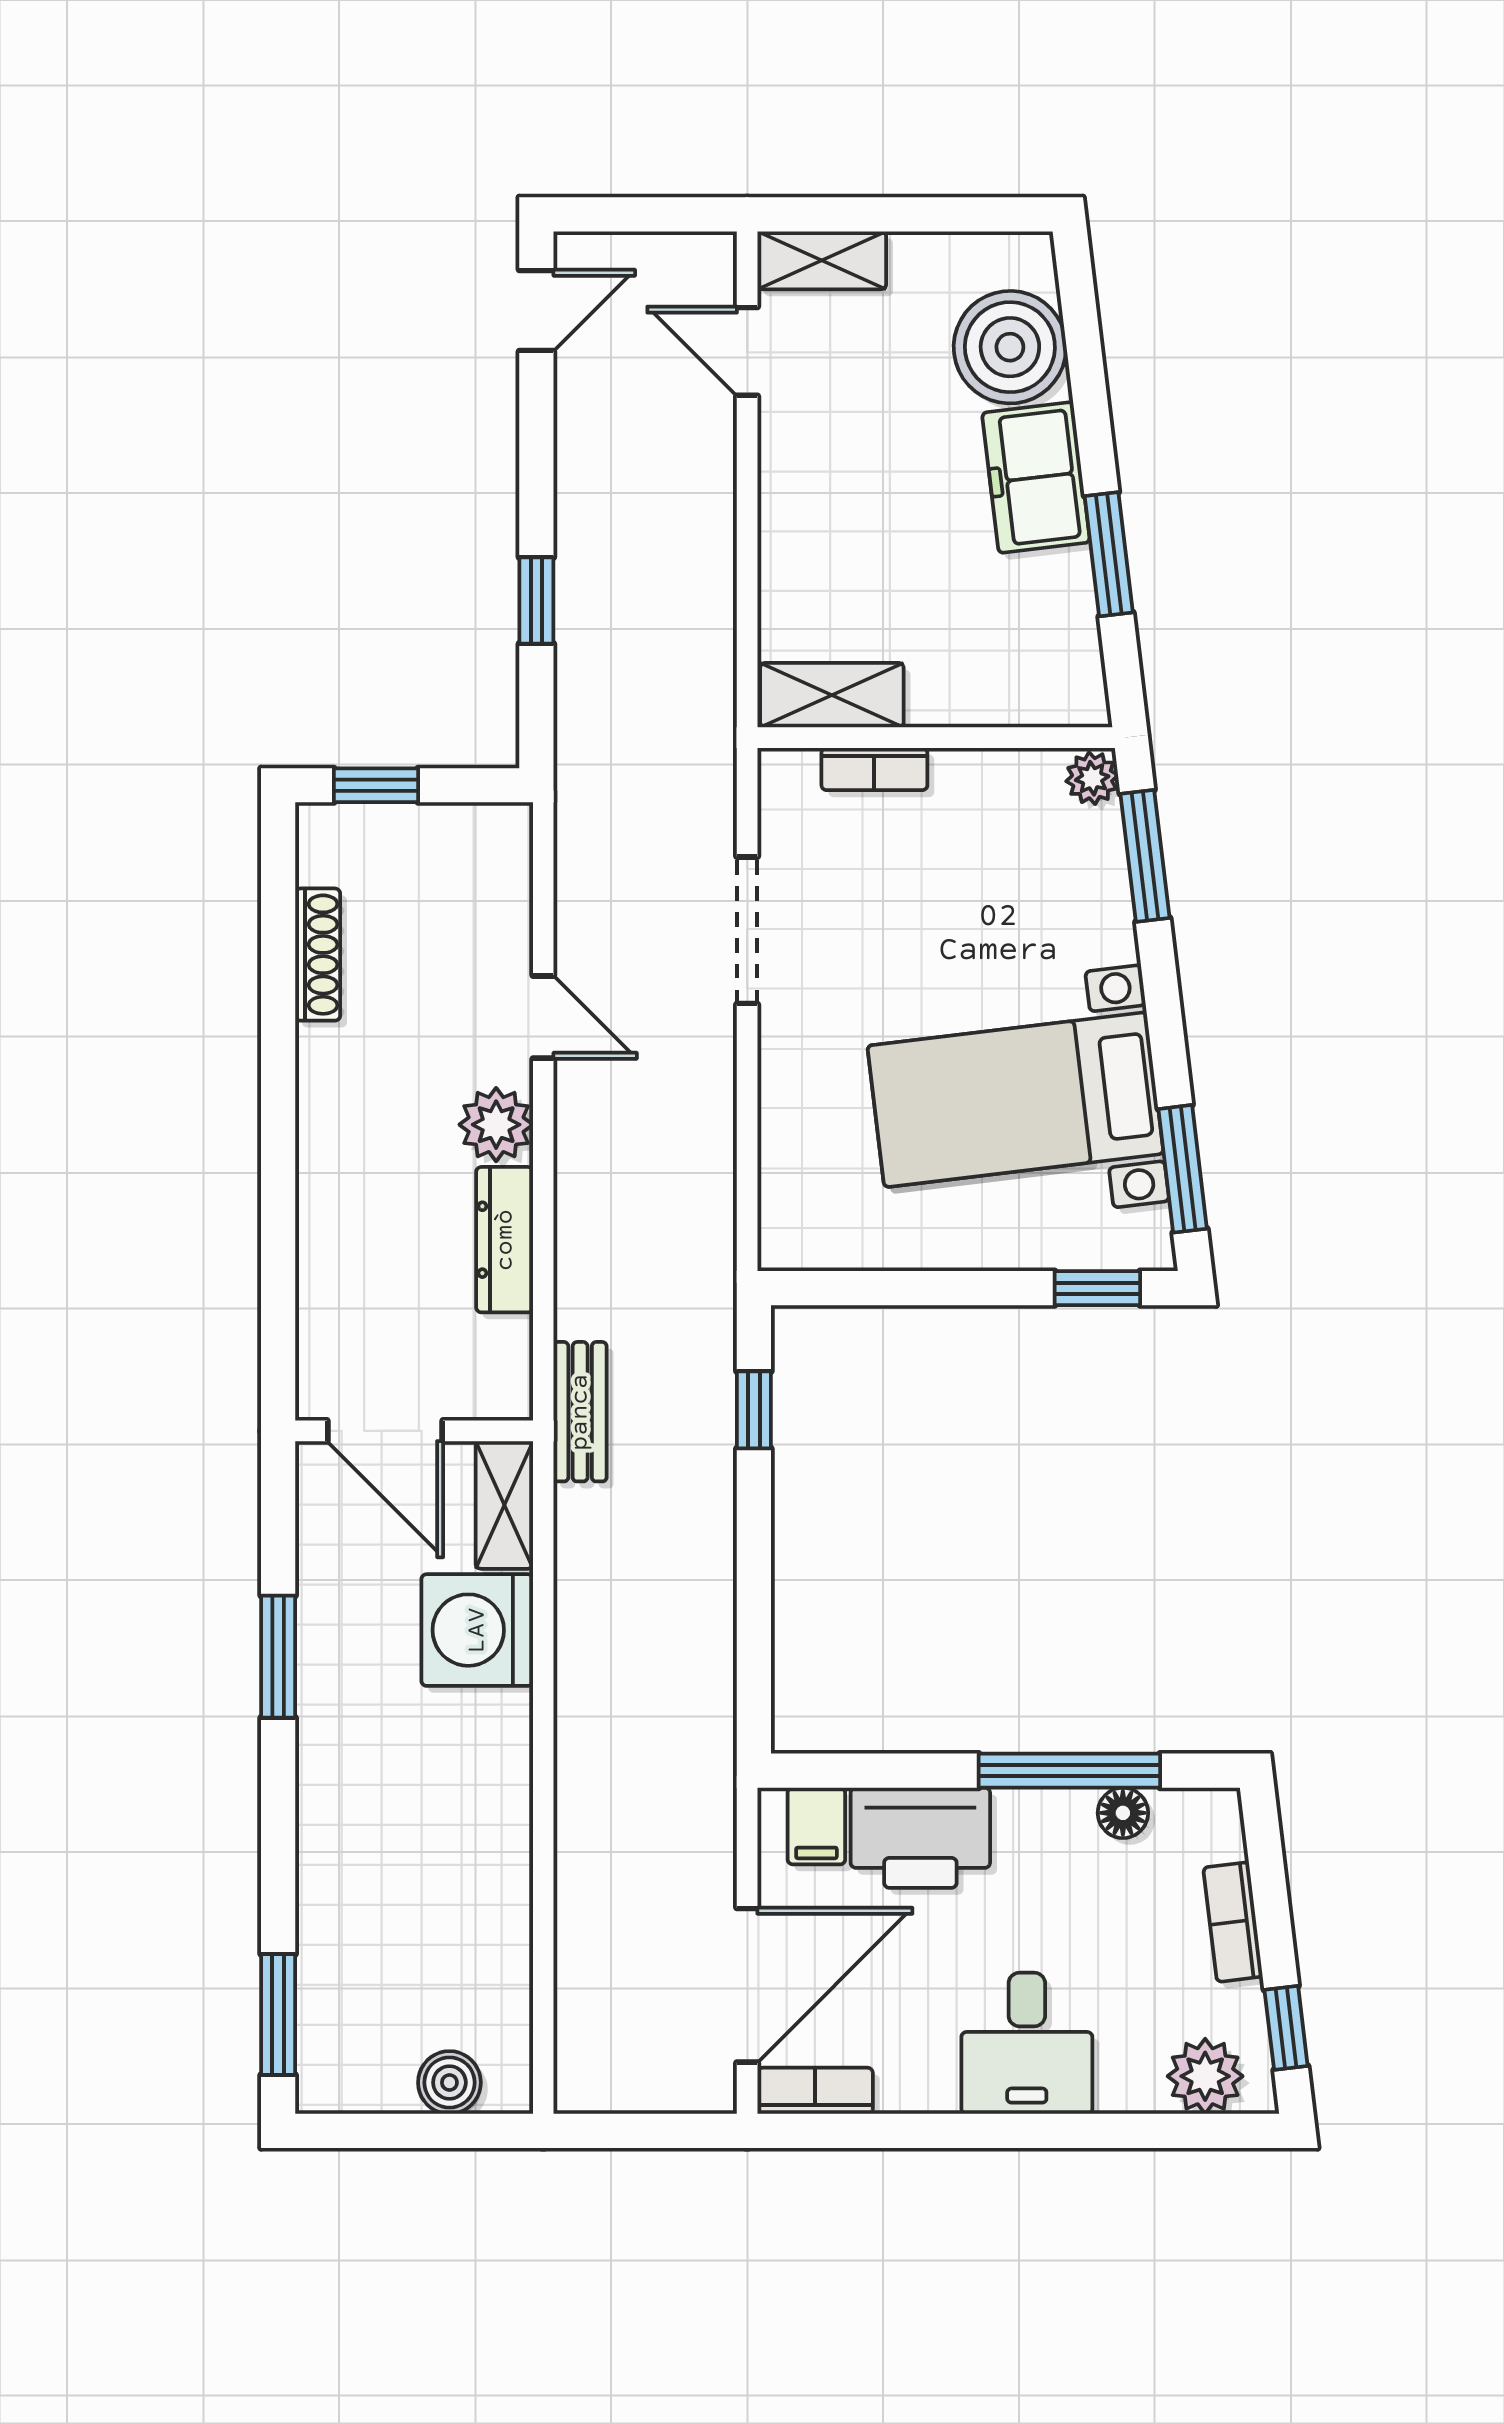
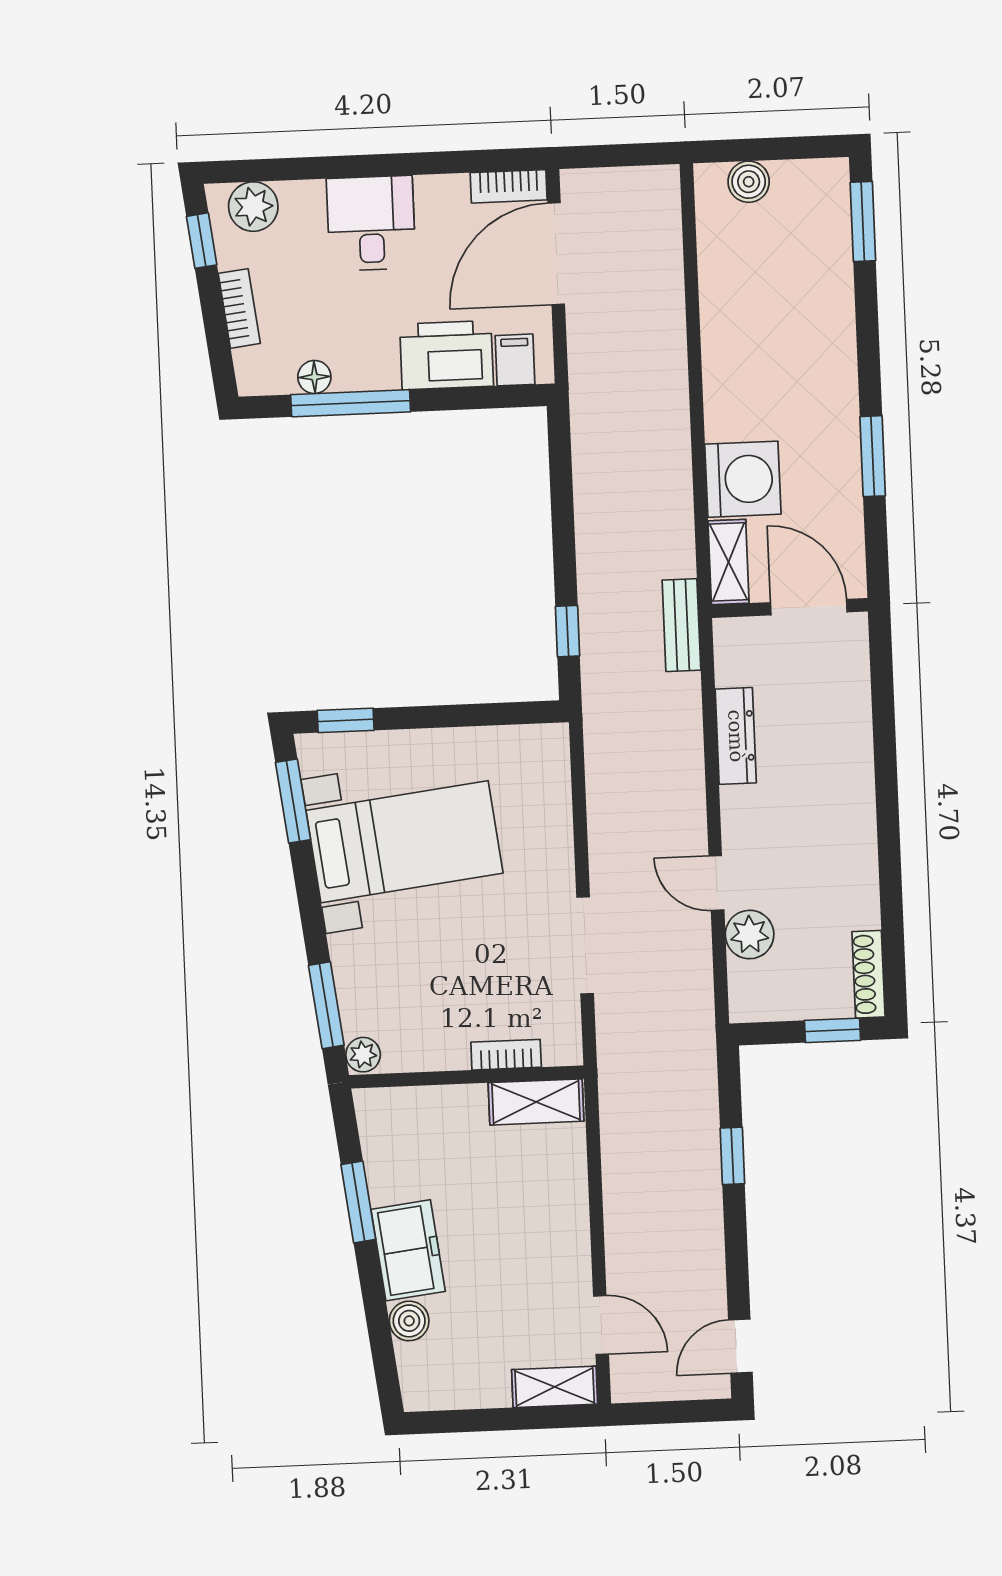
boiler: (1010, 347) -> (409, 1321), width x0.54, depth x0.54
shoe rack: (318, 955) -> (868, 974), moved
plant: (496, 1125) -> (750, 935), moved

